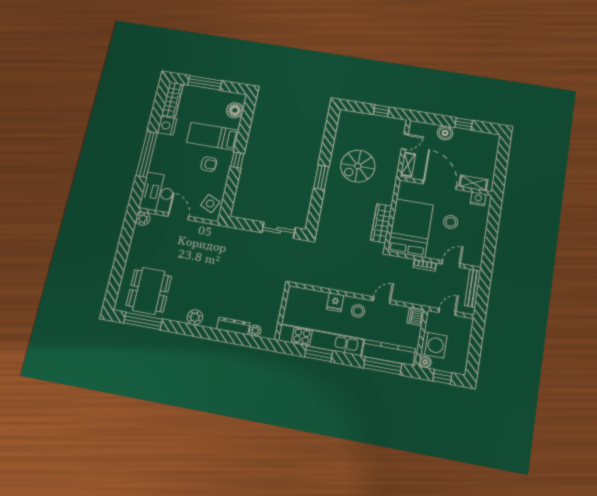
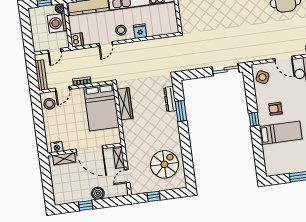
floor lamp: (235, 110) -> (271, 160), removed
spiral stairs: (358, 166) -> (164, 164), moved
window: (321, 177) -> (181, 111), moved
dresser: (326, 212) -> (170, 99), added
stool: (451, 222) -> (49, 104), moved
sliding door: (279, 230) -> (226, 70), moved

